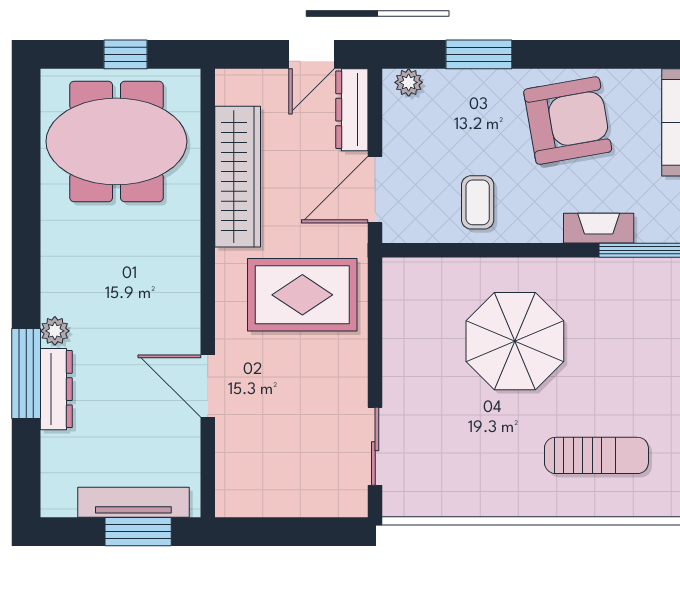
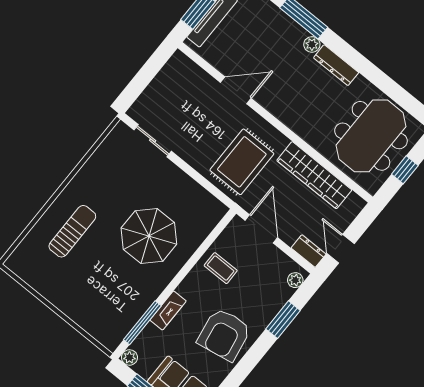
dresser: (352, 110) -> (309, 251), width x0.70
dresser: (56, 389) -> (336, 65), moved
sun lounger: (596, 455) -> (72, 231), turned 180

